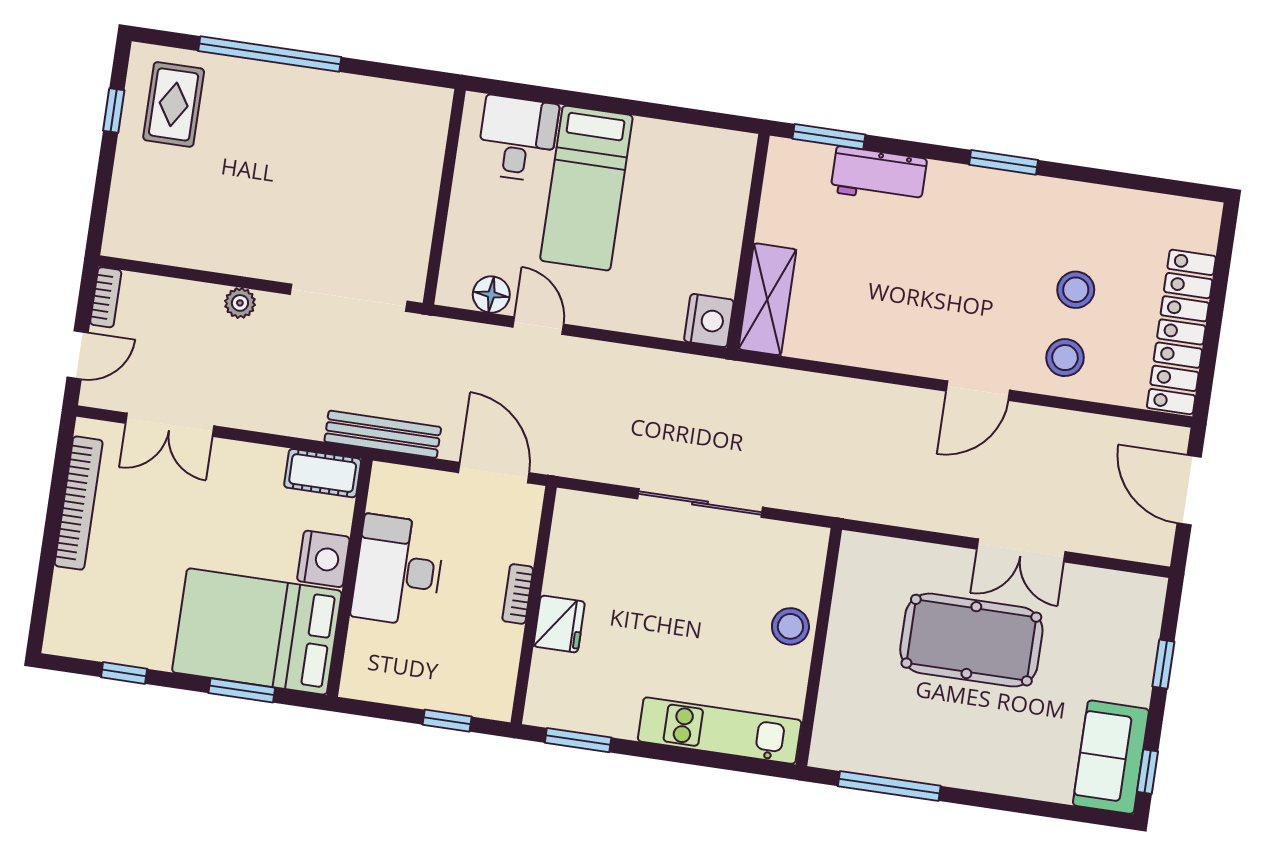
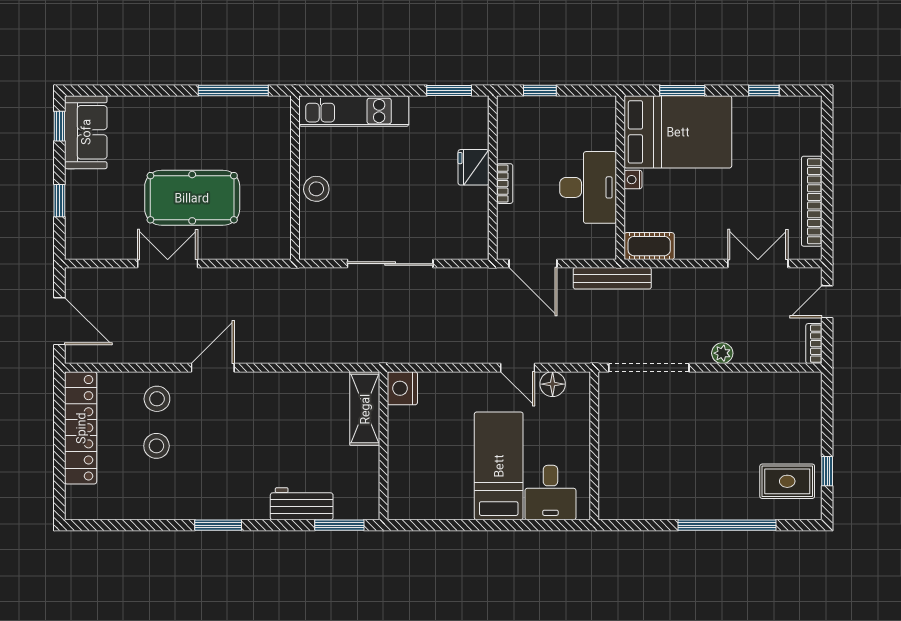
rug: (174, 104) -> (787, 481), turned 90
nightstand: (323, 559) -> (633, 180), width x0.53, depth x0.56

